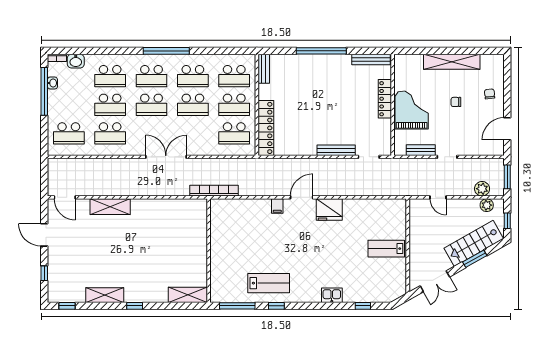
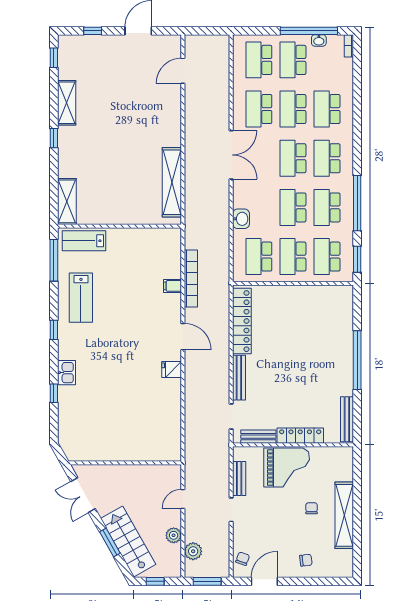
window: (166, 51) -> (357, 203), moved
window: (236, 51) -> (357, 259), added
washbasin: (76, 61) -> (241, 219), moved, turned 180
bench: (264, 69) -> (258, 437), moved
chair: (456, 102) -> (312, 508), moved
school desk: (69, 105) -> (293, 60), added
locker: (266, 128) -> (242, 321), moved, turned -90
door: (507, 129) -> (264, 581), hinge flipped
chair: (488, 147) -> (243, 559), added
double door: (166, 157) -> (231, 155), moved
bookcase: (214, 191) -> (191, 278), moved
door: (65, 197) -> (183, 71), moved
plant: (487, 205) -> (174, 535), moved
filing cabinet: (277, 206) -> (173, 286), moved
shelving: (110, 207) -> (172, 182), moved, width x1.47
fridge: (329, 210) -> (172, 370), width x0.53, depth x0.75
lab bench: (386, 249) -> (84, 241), moved, turned -90
window: (276, 306) -> (54, 330), moved
window: (363, 306) -> (54, 393), moved

